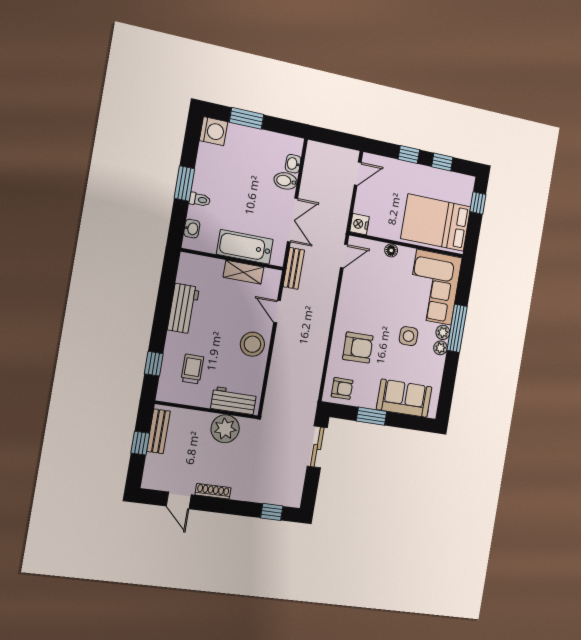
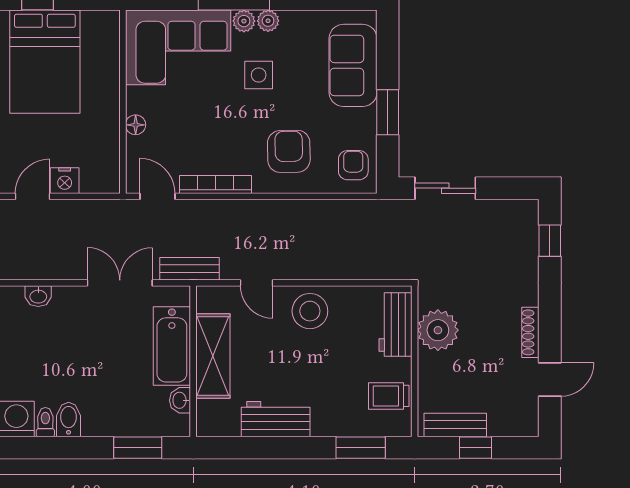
door: (358, 174) -> (33, 196), hinge flipped
bidet: (286, 181) -> (69, 419), moved, turned 180
window: (184, 183) -> (138, 448), moved
toilet: (200, 200) -> (45, 422), moved
bed: (436, 223) -> (45, 62), moved
nightstand: (360, 224) -> (65, 181), moved
washbasin: (192, 229) -> (180, 400), moved, turned -90
shelving: (243, 272) -> (213, 356), width x1.50, depth x1.33
bookcase: (345, 296) -> (215, 184), added
door: (277, 312) -> (257, 283), hinge flipped
window: (154, 364) -> (361, 448), width x1.50
trolley: (192, 369) -> (389, 396), moved

